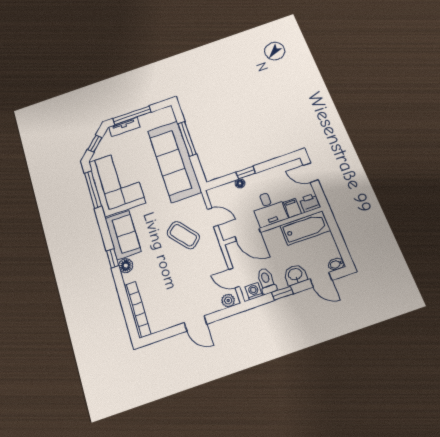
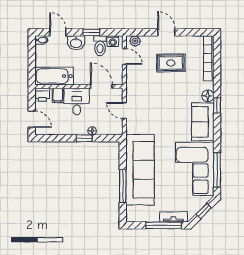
coffee table: (183, 235) -> (153, 104), removed
rug: (179, 289) -> (171, 63), added

